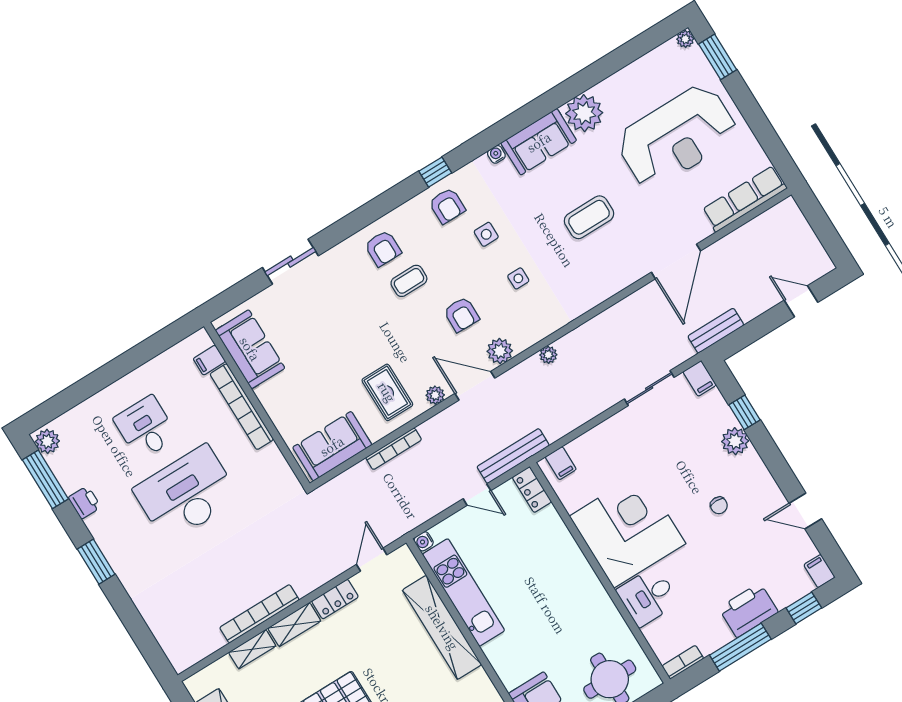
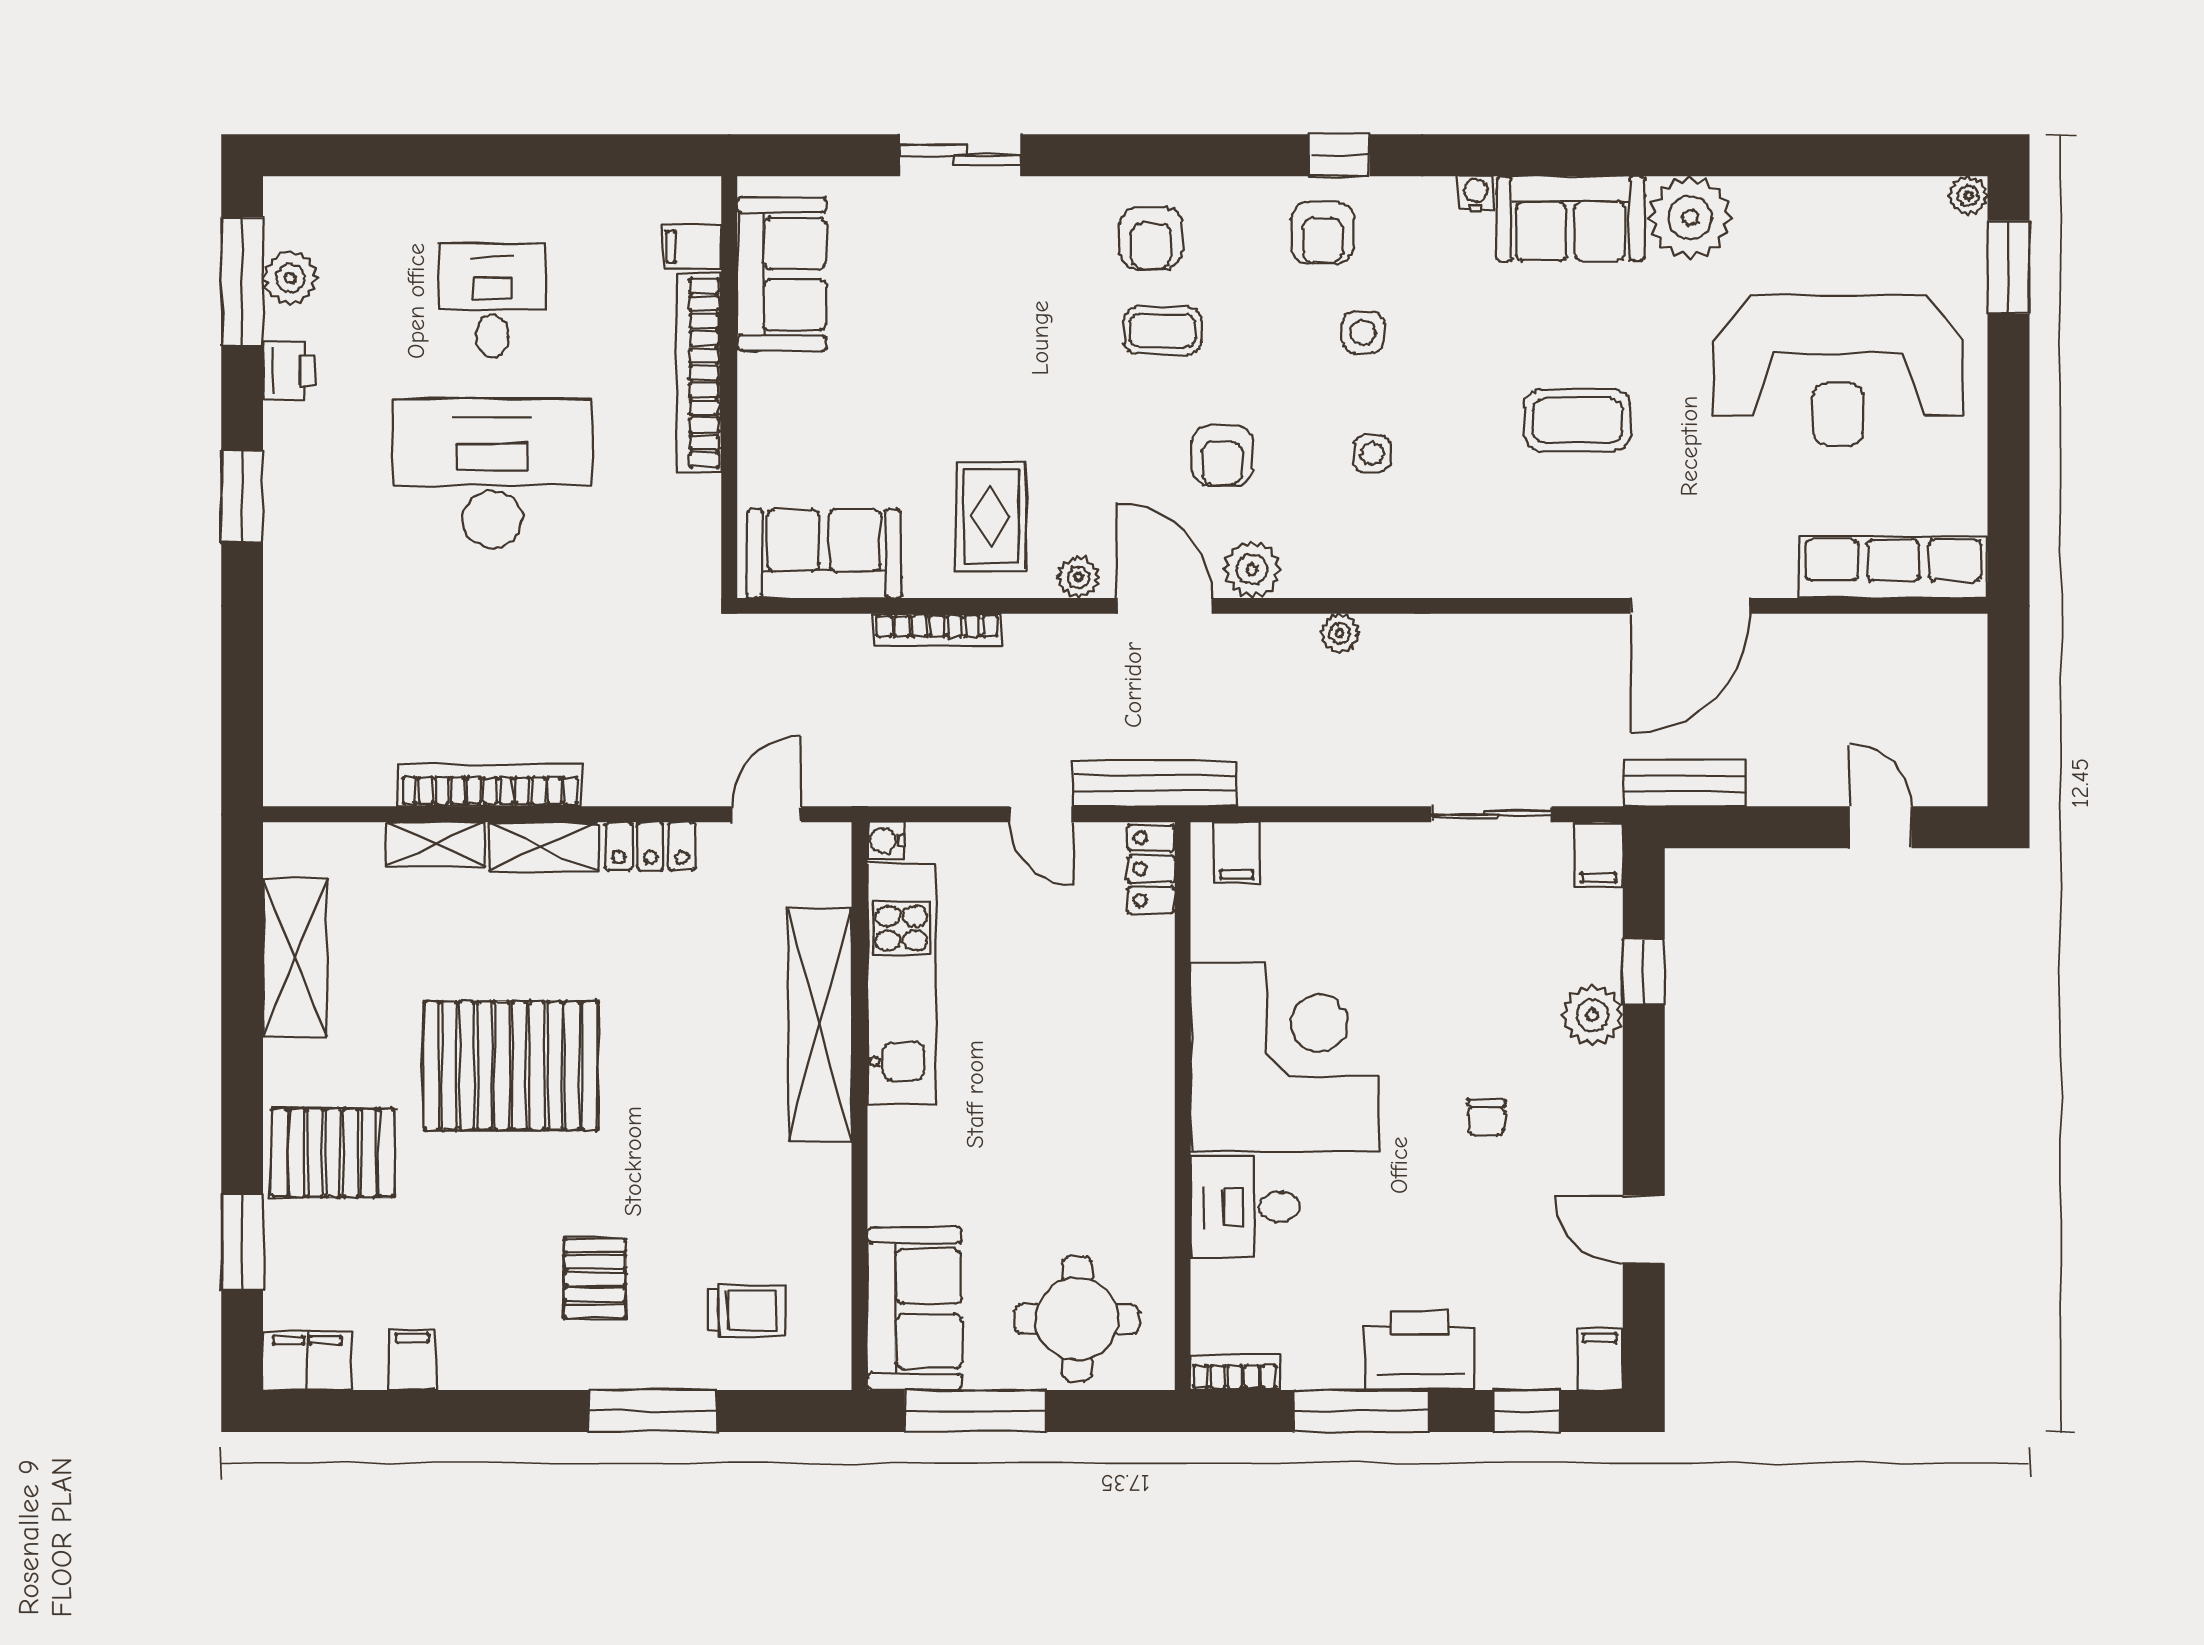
plant: (47, 441) -> (290, 278), moved

